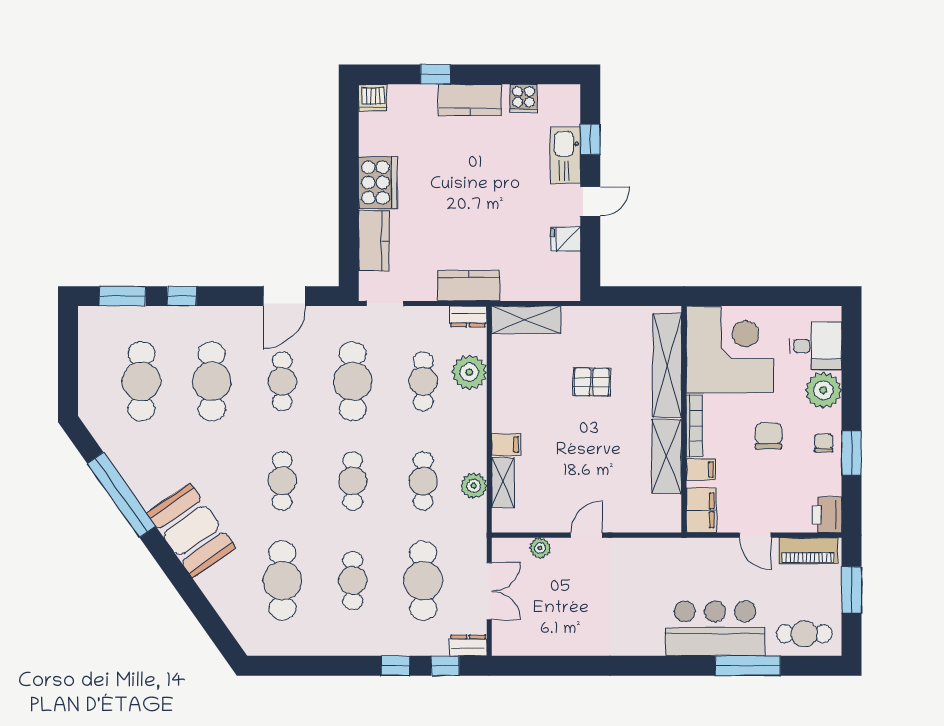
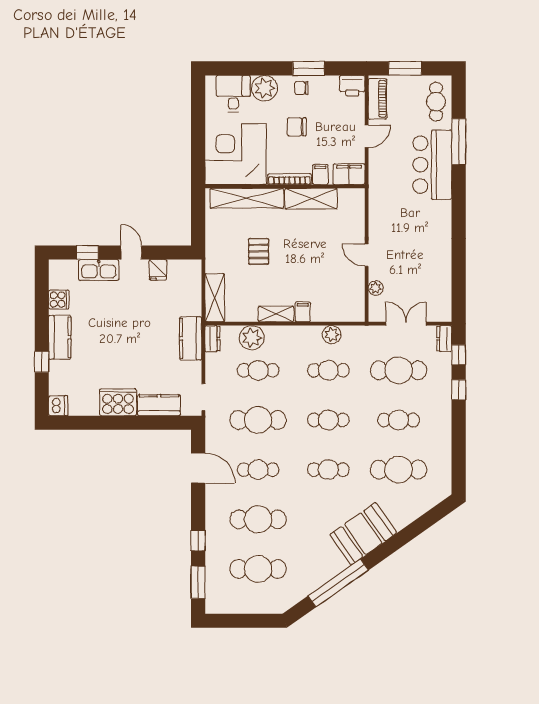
shelving: (503, 482) -> (276, 314), moved

